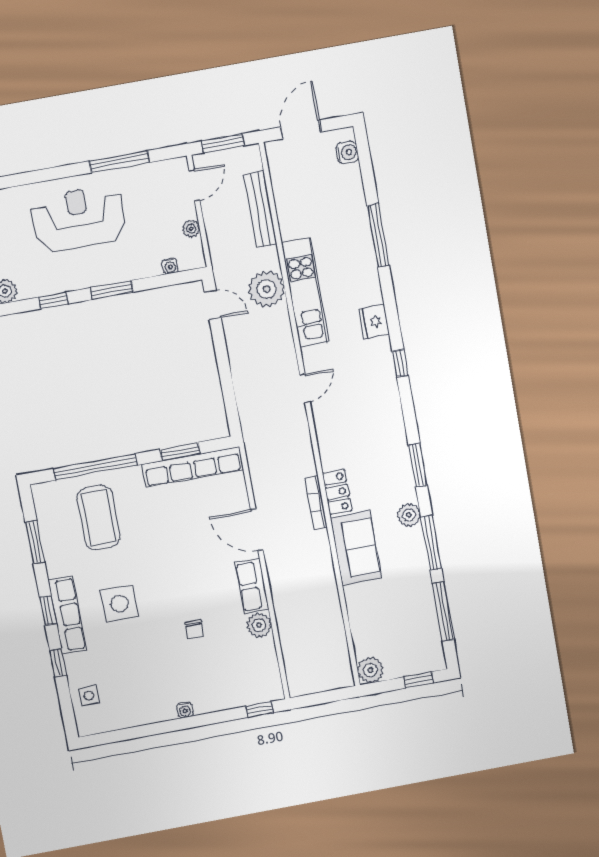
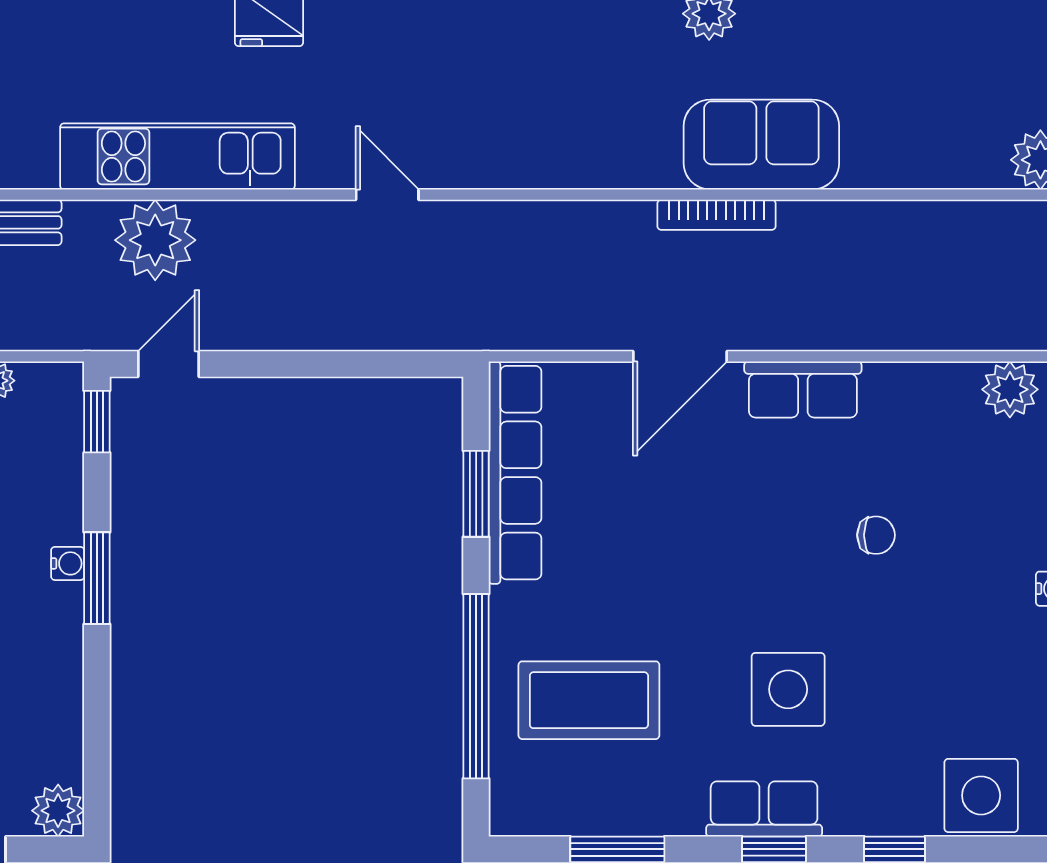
water cooler: (170, 266) -> (68, 563), moved
window: (53, 300) -> (97, 422), moved
locker: (337, 492) -> (629, 164), removed
bookcase: (316, 502) -> (716, 215), moved
row of seats: (67, 615) -> (764, 809), width x0.68
plant: (259, 625) -> (1010, 389), moved
side table: (89, 696) -> (981, 795), width x1.87, depth x1.87

